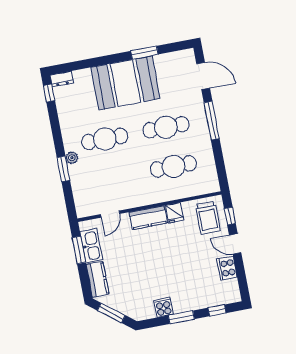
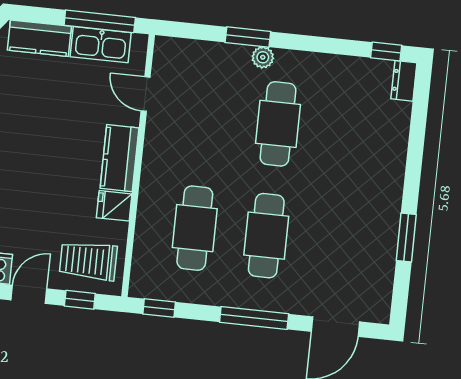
booth: (125, 83) -> (364, 189), removed
window: (222, 173) -> (159, 308), added
window: (79, 250) -> (100, 21), width x1.44

